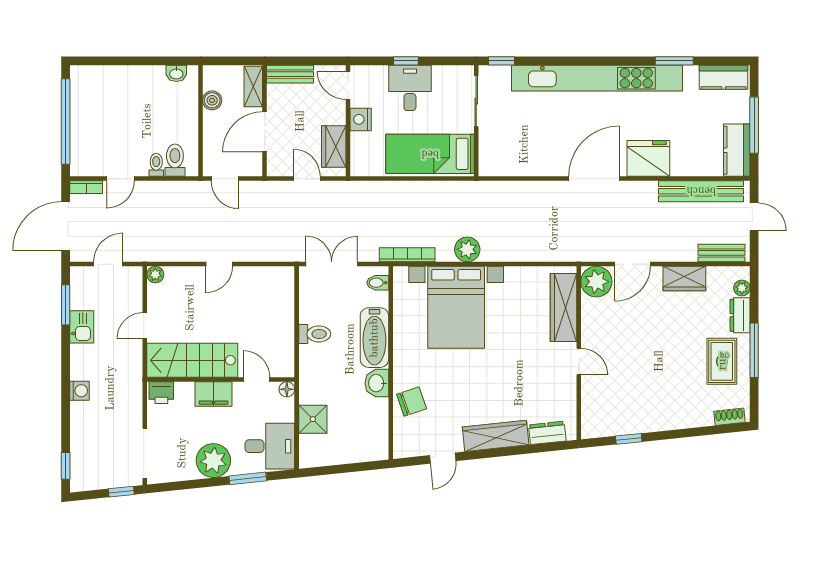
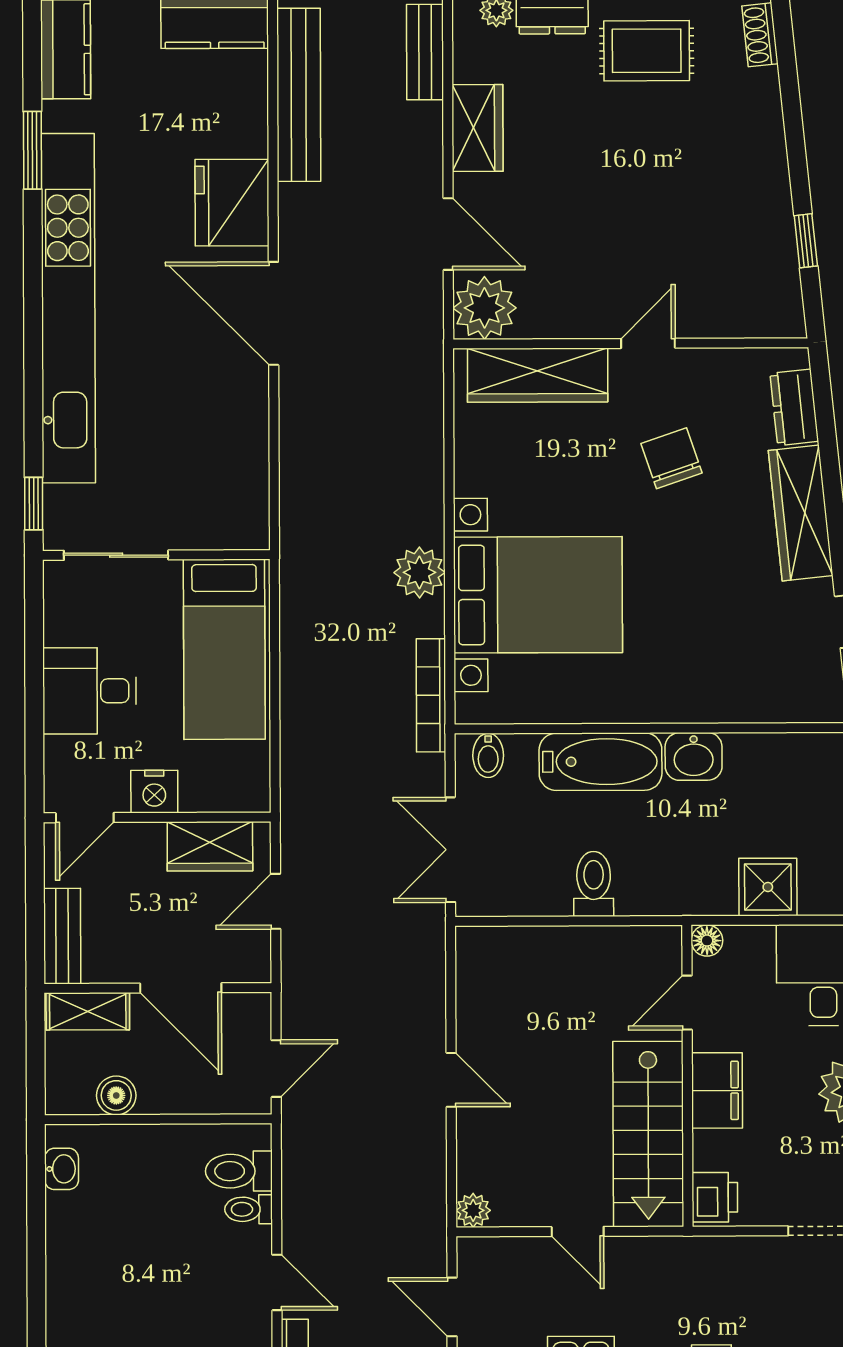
window: (406, 61) -> (34, 699), removed
chair: (412, 401) -> (671, 458), moved

